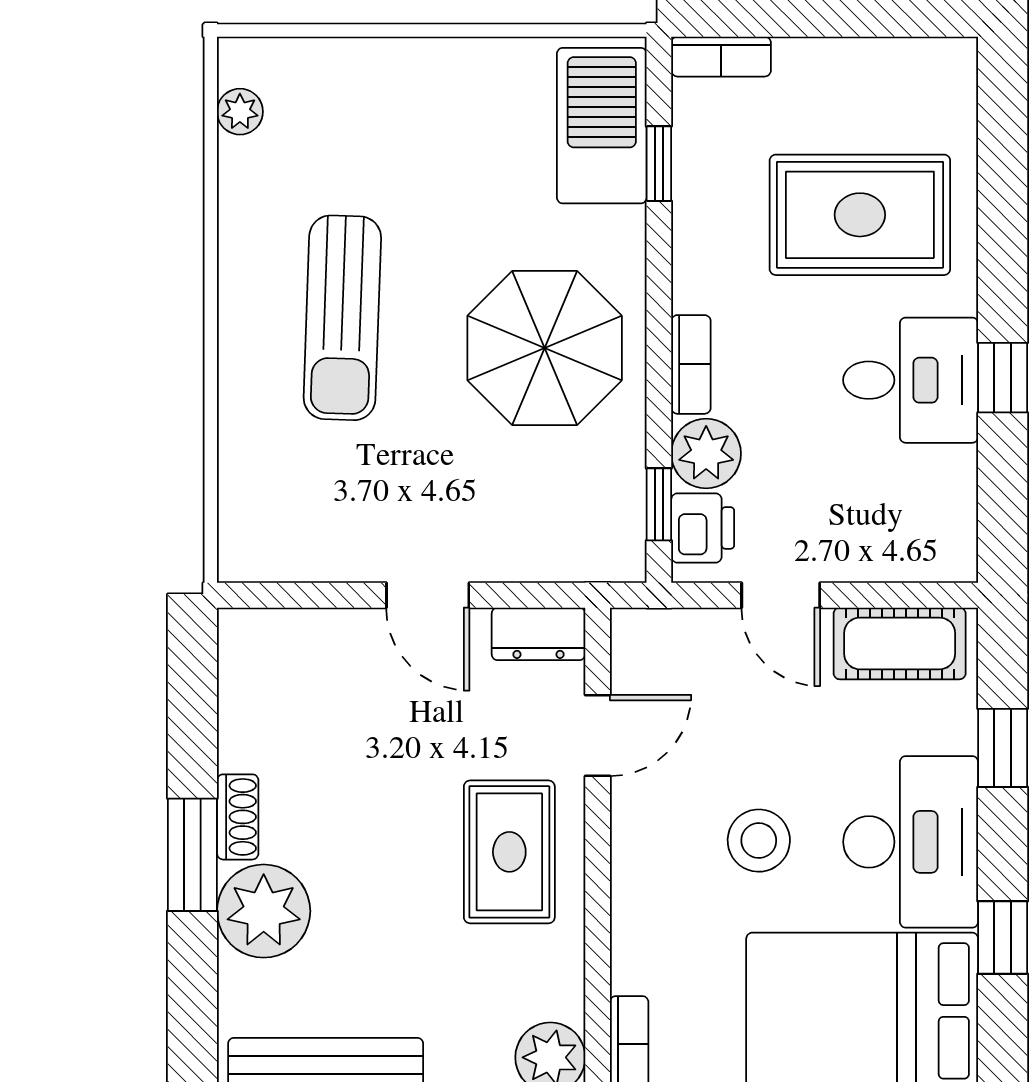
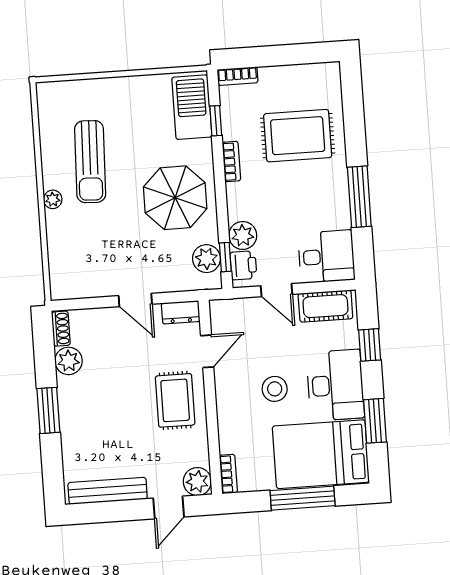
plant: (240, 112) -> (53, 199), moved
sun lounger: (342, 318) -> (90, 162), moved
bookcase: (691, 364) -> (231, 162), moved
window: (1003, 378) -> (359, 197), width x2.17
desk: (911, 380) -> (326, 256), moved
plant: (612, 505) -> (206, 259), added
shoe rack: (238, 817) -> (61, 329), moved
plant: (264, 911) -> (69, 361), moved, width x0.73, depth x0.73
window: (1003, 937) -> (375, 421), width x1.50

